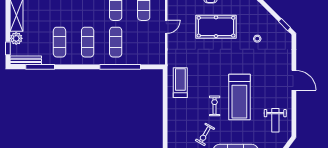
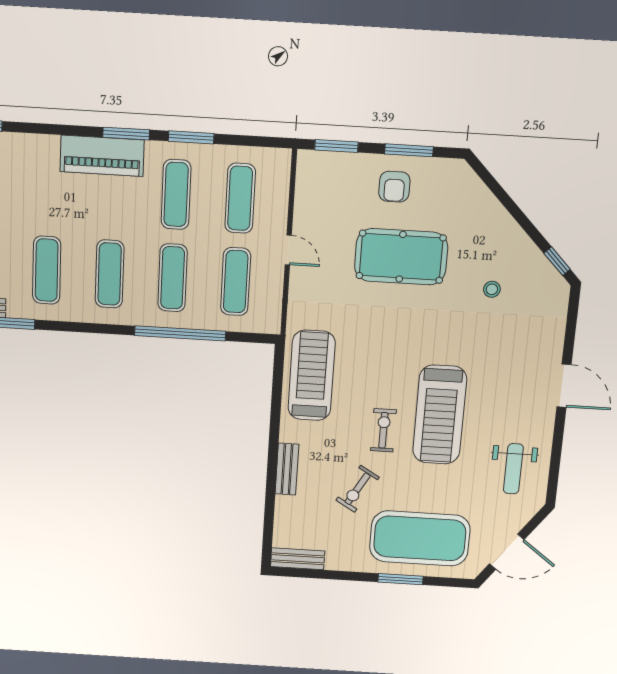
door: (166, 27) -> (288, 250), hinge flipped
exercise mat: (144, 42) -> (236, 282), added
treadmill: (180, 83) -> (312, 375), width x1.37, depth x1.38
bench: (172, 127) -> (287, 469), added

